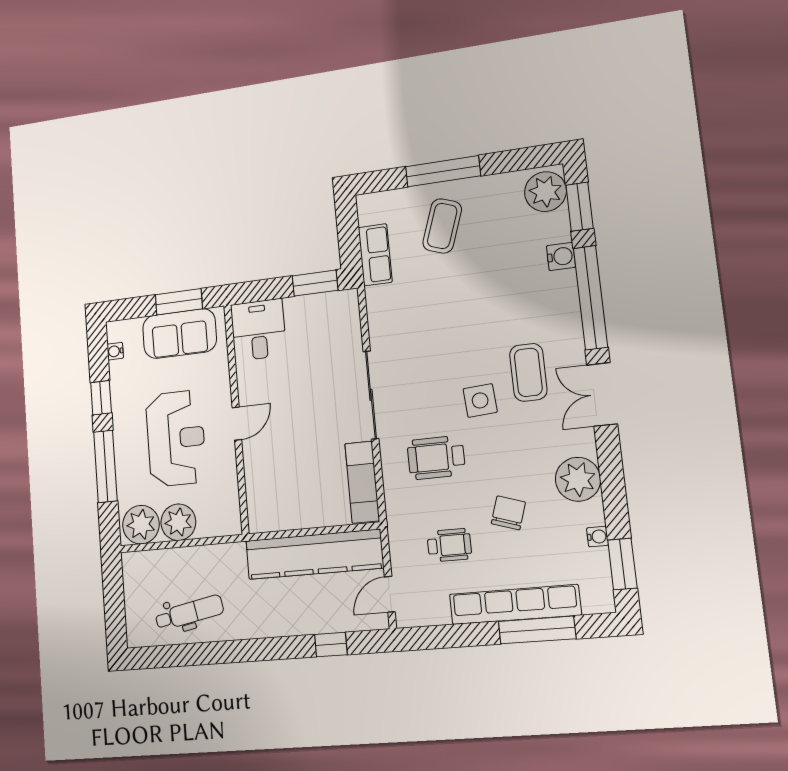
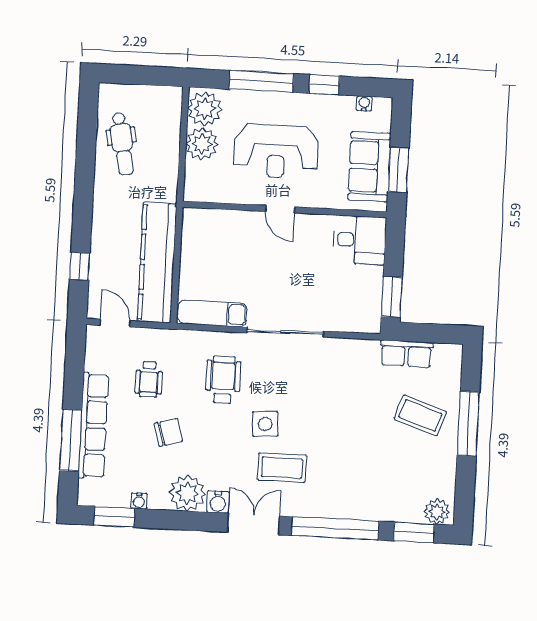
plant: (545, 192) -> (437, 512), width x0.73, depth x0.73
water cooler: (561, 256) -> (218, 502), moved
chair: (508, 513) -> (168, 432), turned -33

